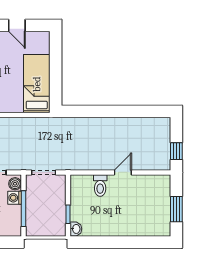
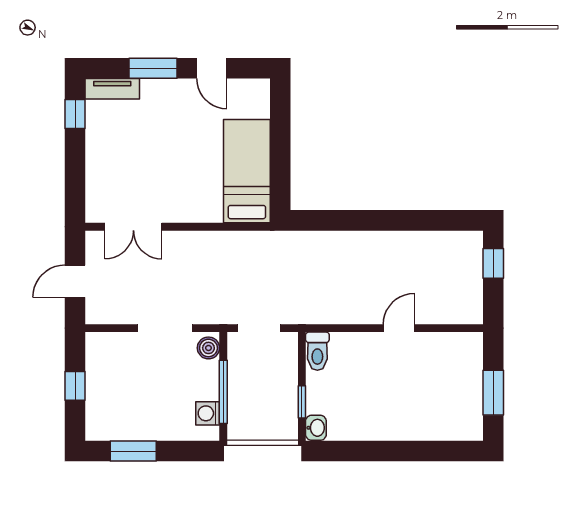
window: (176, 151) -> (493, 263), moved
toilet: (100, 186) -> (317, 351), moved
washing machine: (15, 198) -> (208, 413), moved

